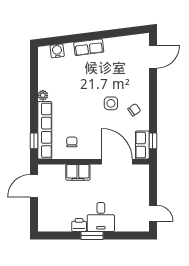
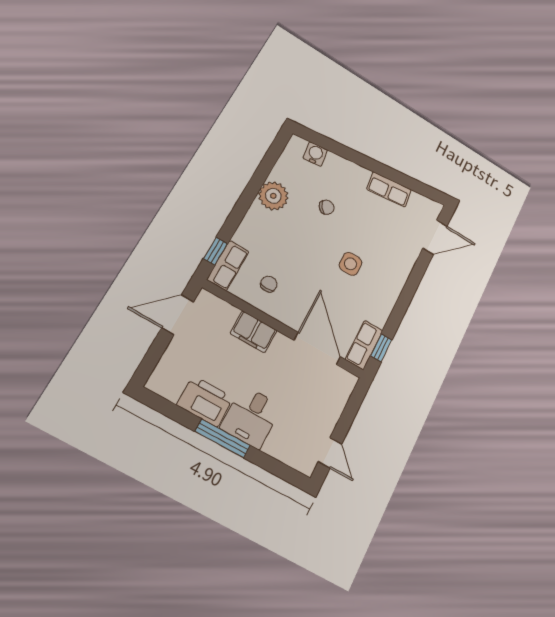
row of seats: (89, 47) -> (389, 189), moved
plant: (43, 95) -> (273, 196), width x1.88, depth x1.88
chair: (134, 110) -> (326, 207), moved
row of seats: (45, 130) -> (228, 265), width x0.50
printer: (79, 225) -> (205, 401), width x1.87, depth x1.48
window: (92, 235) -> (223, 438), width x1.44

